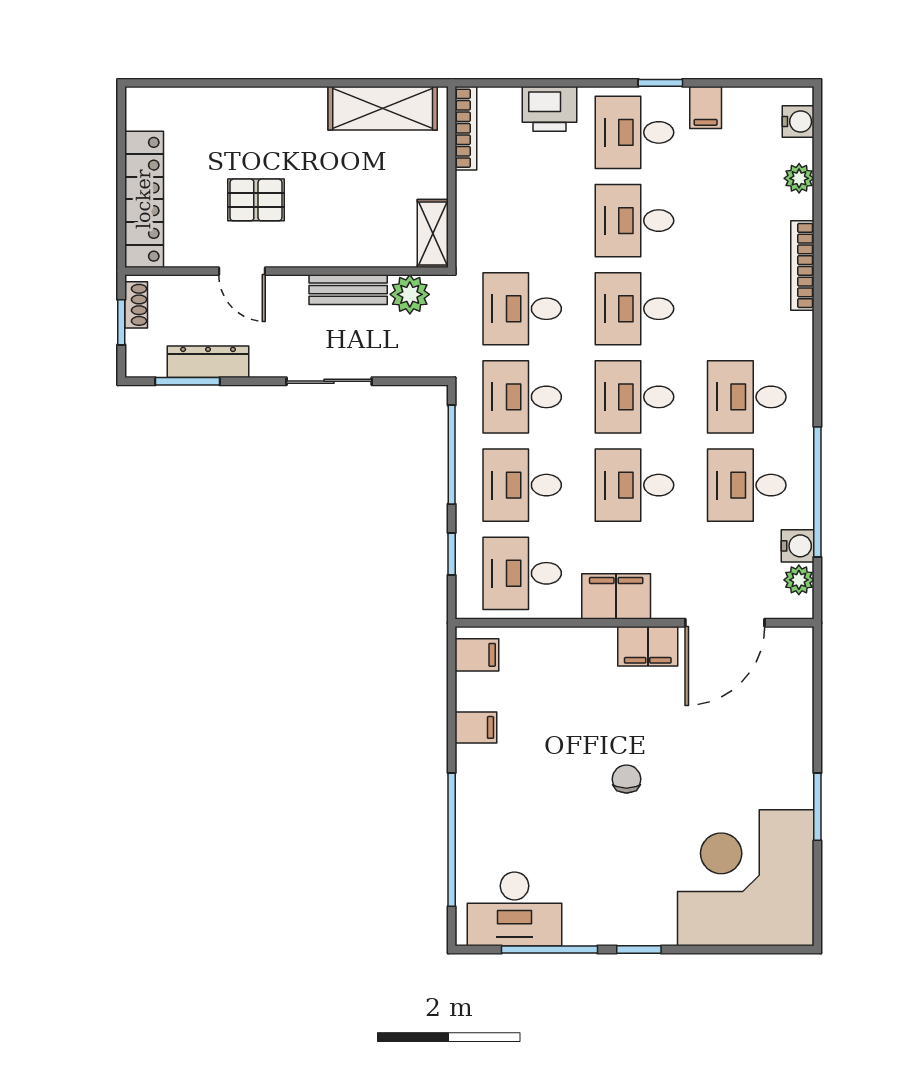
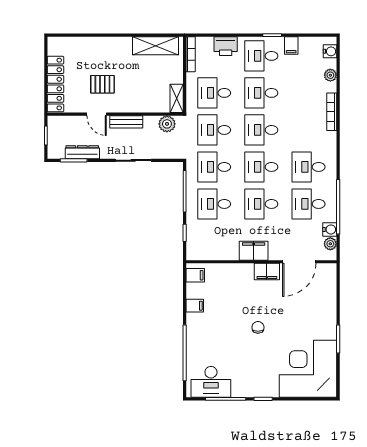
bench: (348, 290) -> (126, 122), moved
shoe rack: (136, 305) -> (52, 128), removed
desk: (522, 573) -> (214, 93), moved

